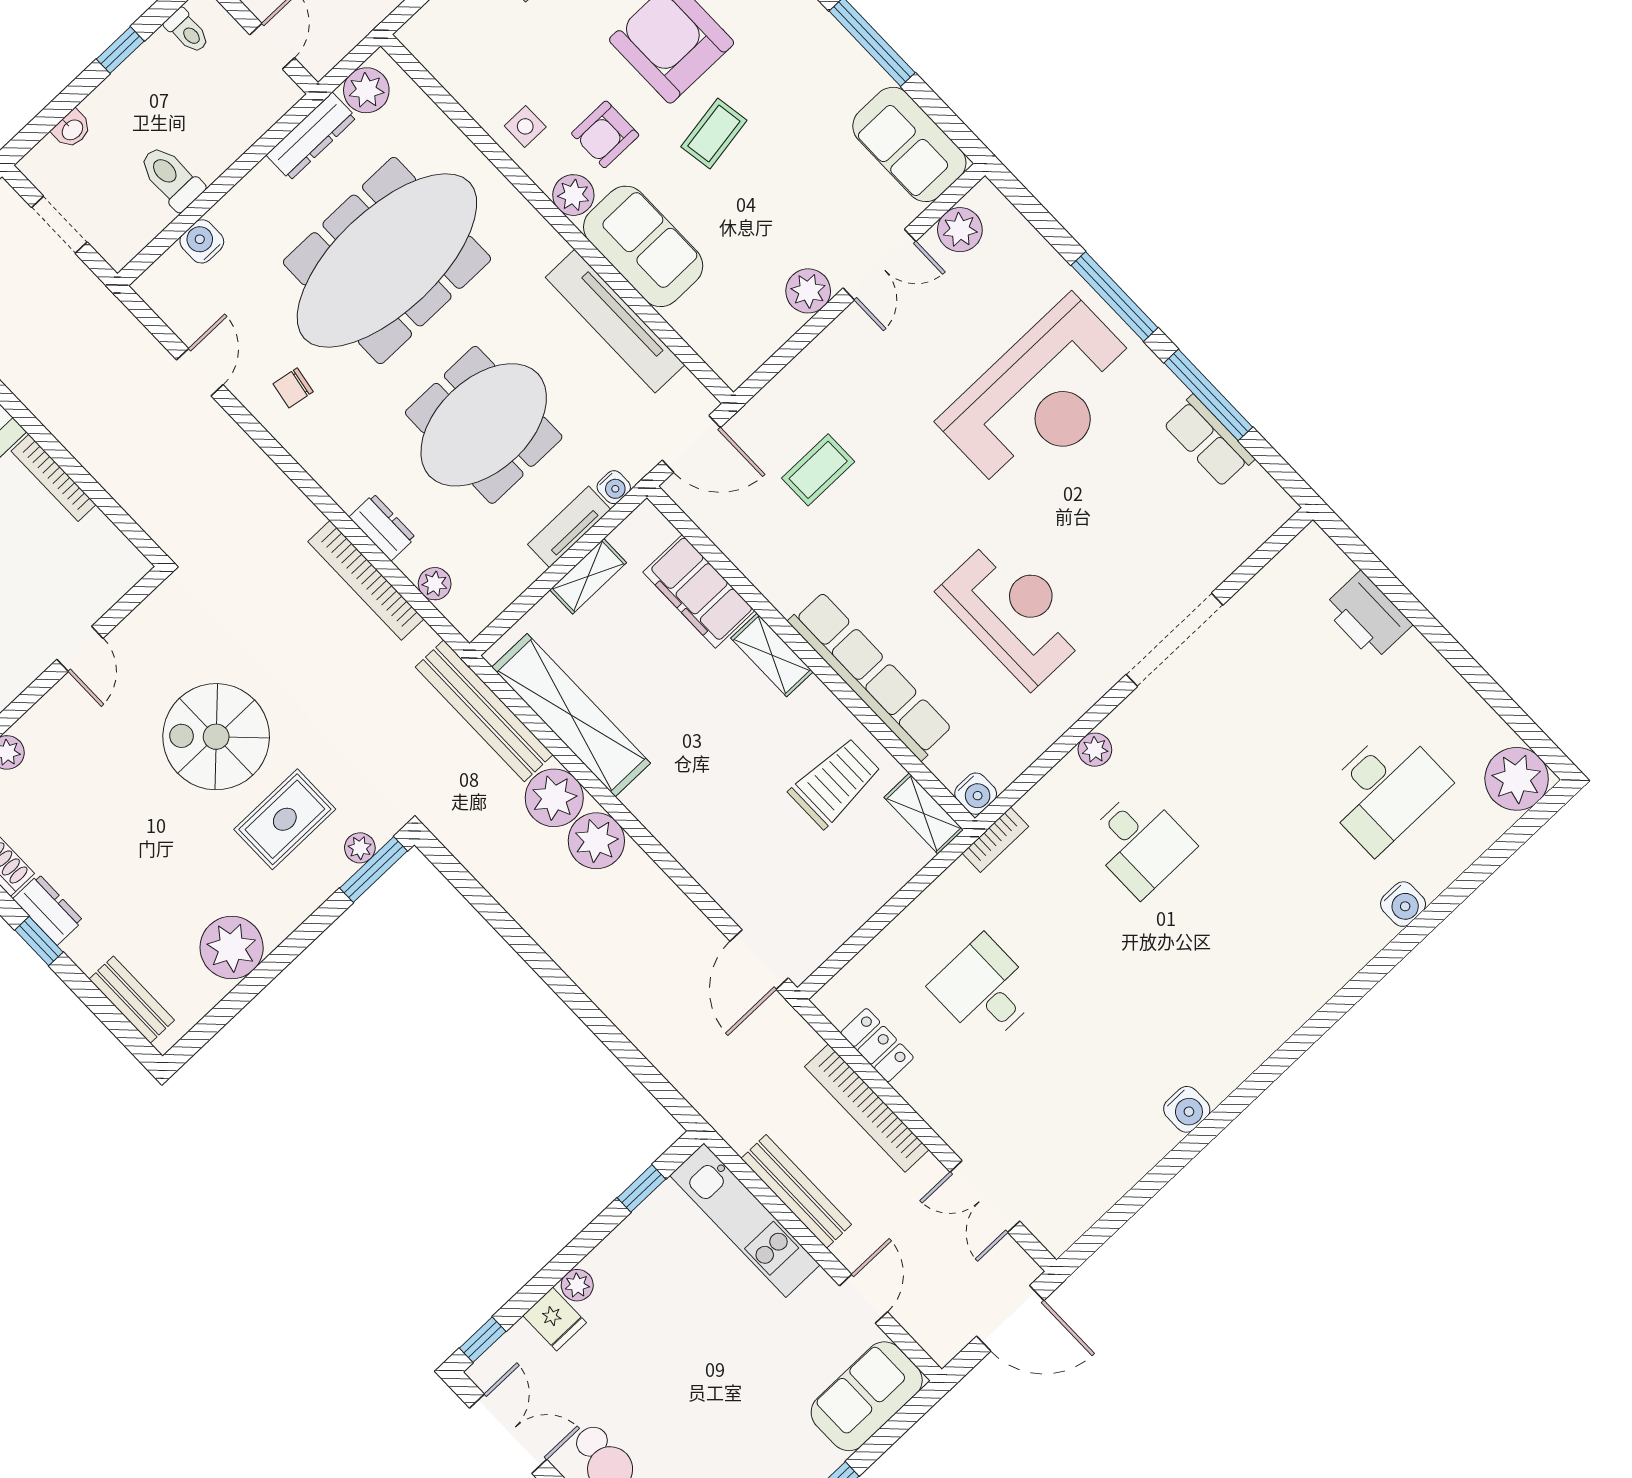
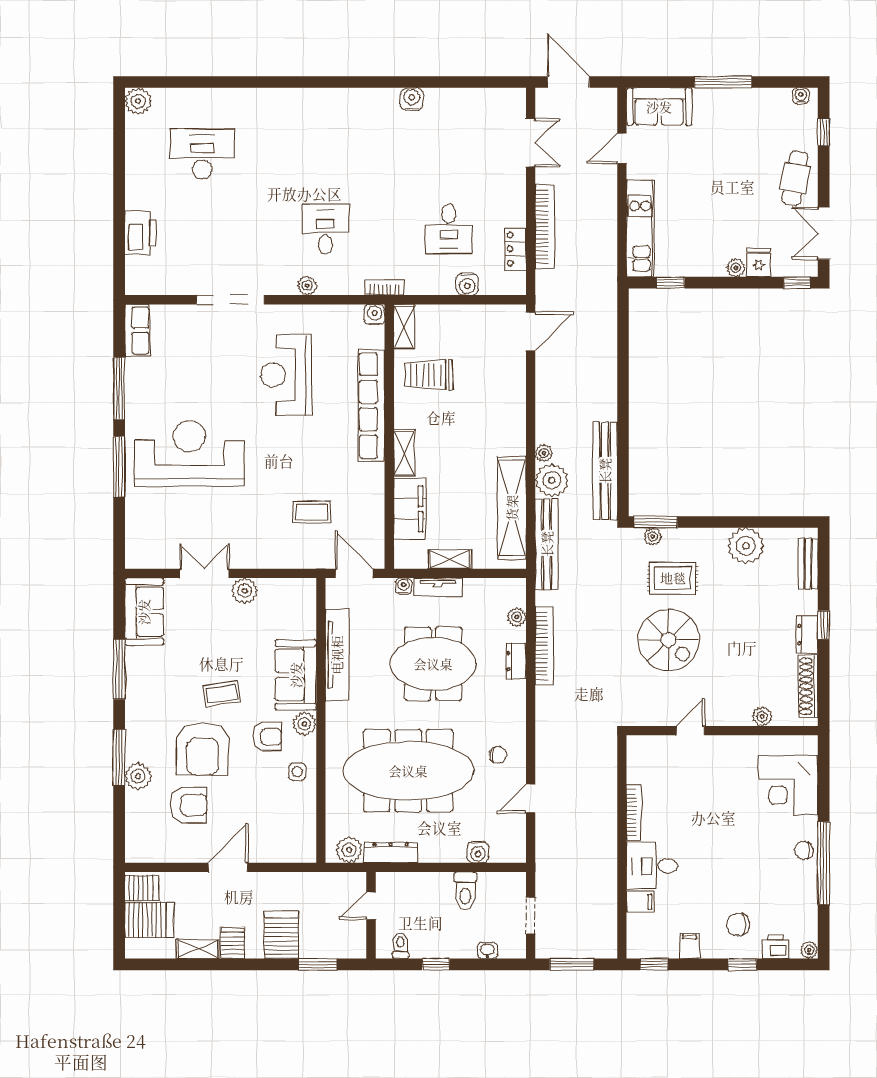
plant: (960, 230) -> (157, 556), removed
row of seats: (1209, 441) -> (137, 330), moved
plant: (1517, 779) -> (138, 101), width x0.73, depth x0.73
plant: (596, 841) -> (544, 453), width x0.53, depth x0.53
water cooler: (1403, 904) -> (467, 284), moved, turned 180
bench: (796, 1191) -> (605, 471), moved, width x1.37, depth x1.21

